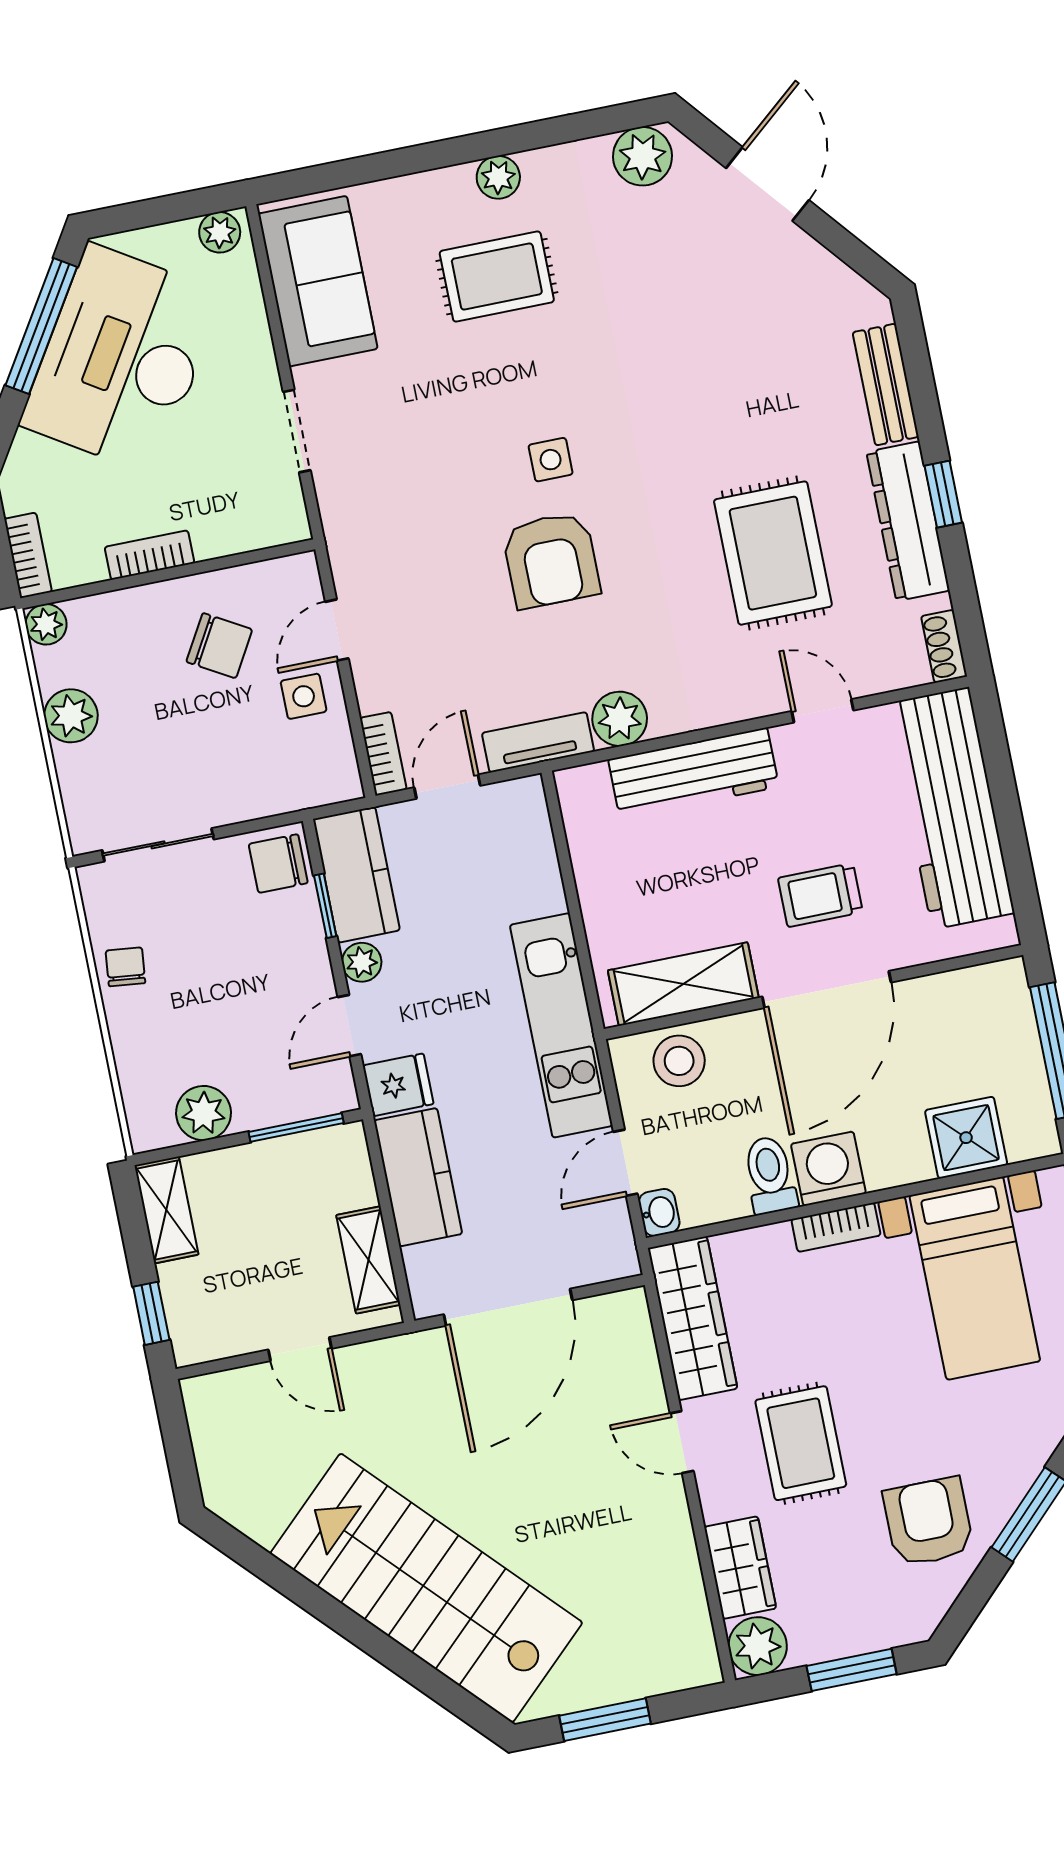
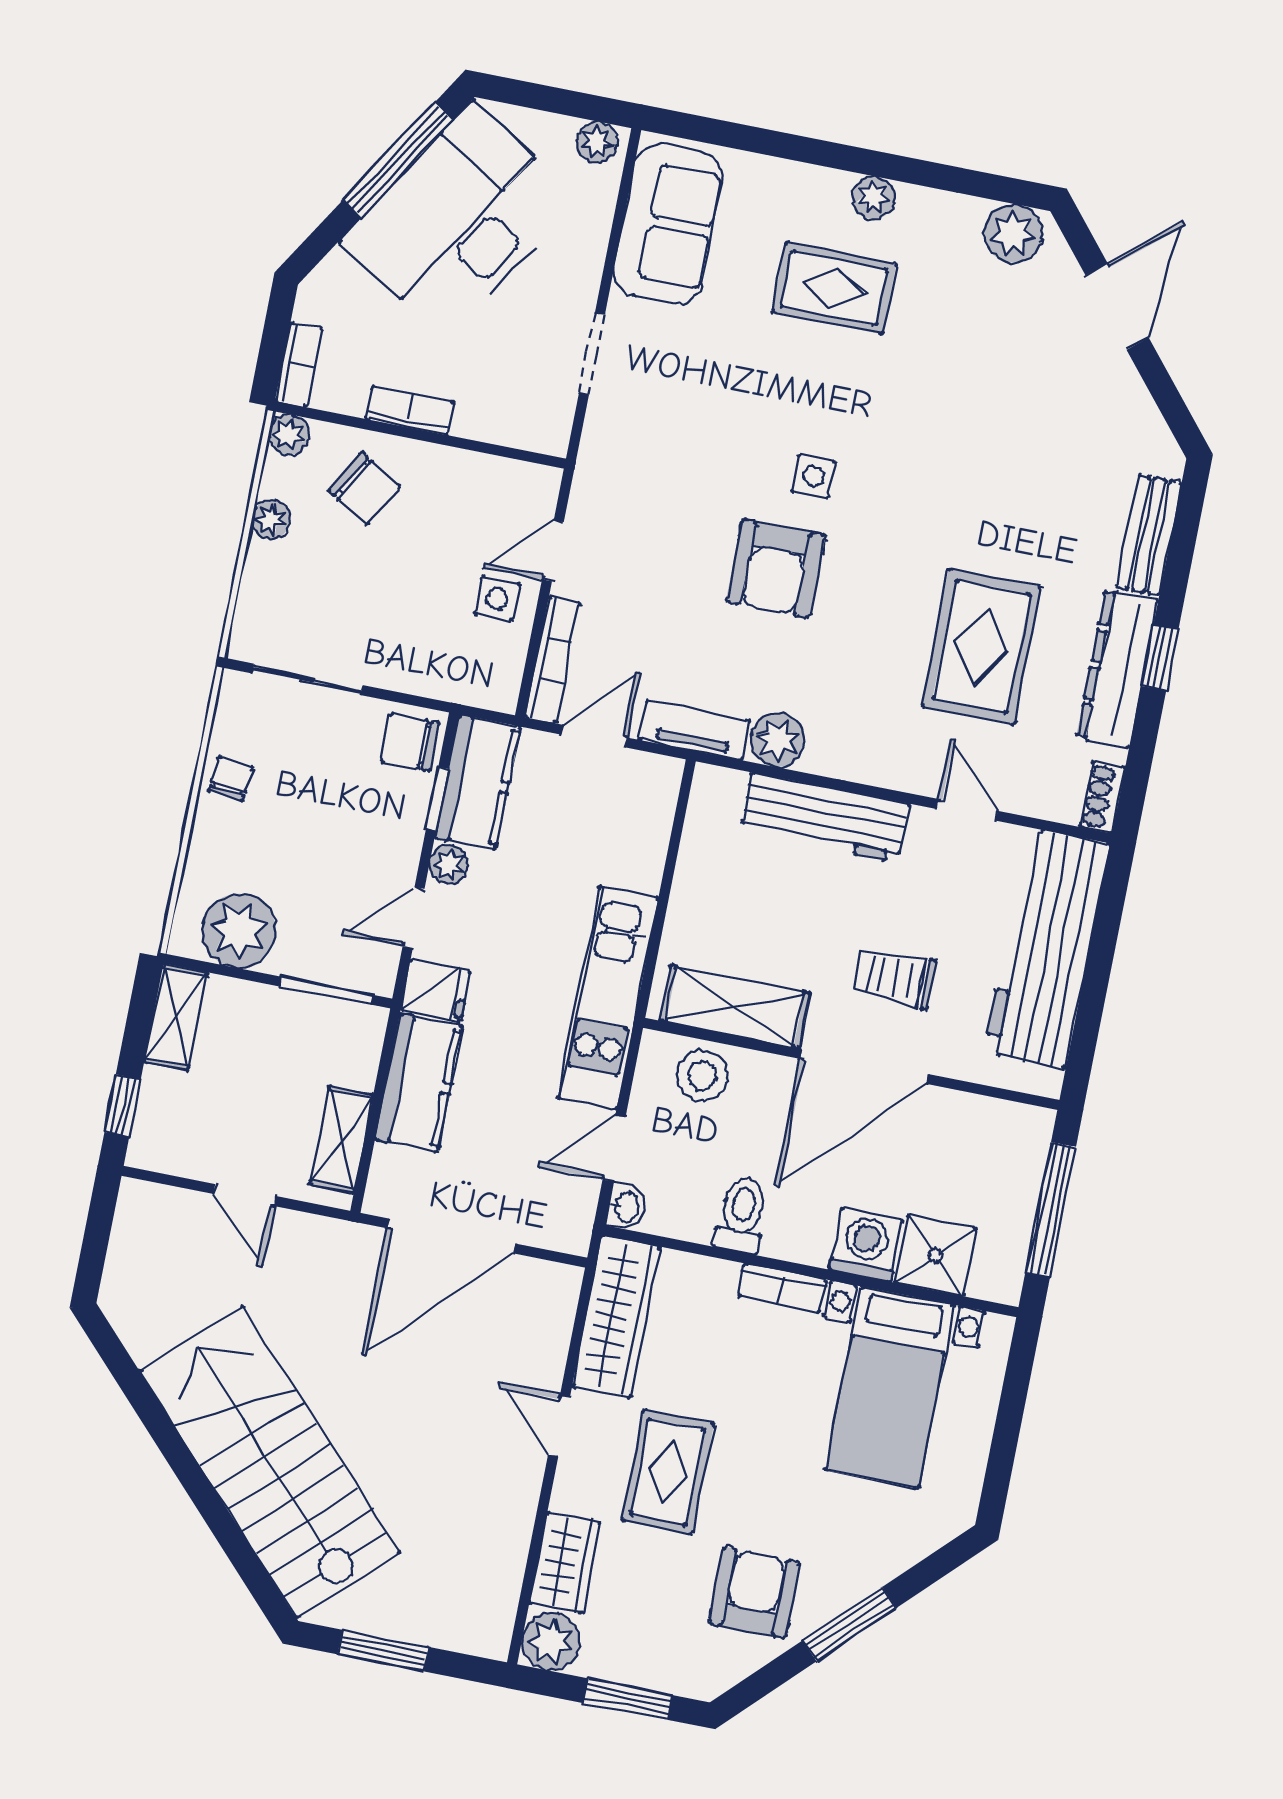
chair: (219, 646) -> (364, 488), moved
plant: (71, 716) -> (271, 520), width x0.73, depth x0.73
bookcase: (383, 754) -> (552, 660), width x1.56
plant: (204, 1113) -> (239, 931), width x1.36, depth x1.36
washing machine: (828, 1169) -> (866, 1245), moved

